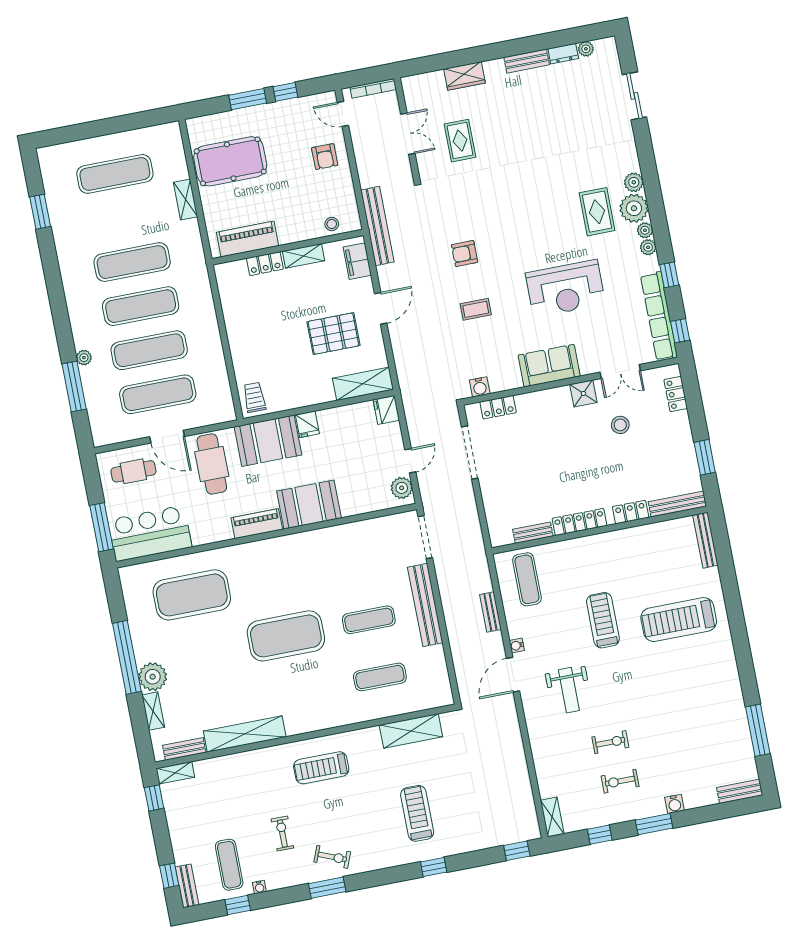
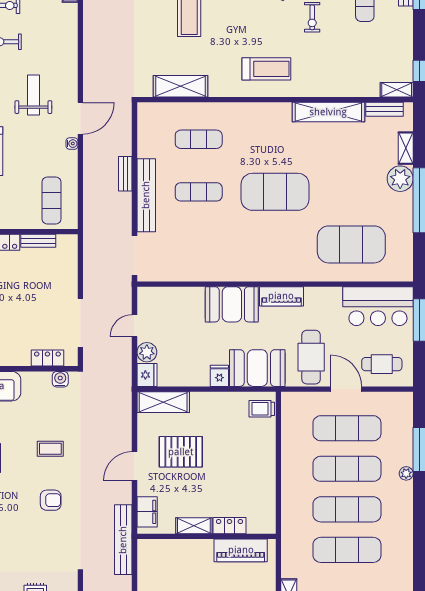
stool: (332, 224) -> (163, 549), removed
trolley: (254, 397) -> (262, 409), turned 90
plant: (402, 488) -> (147, 352), moved
bench: (490, 612) -> (125, 174), moved

